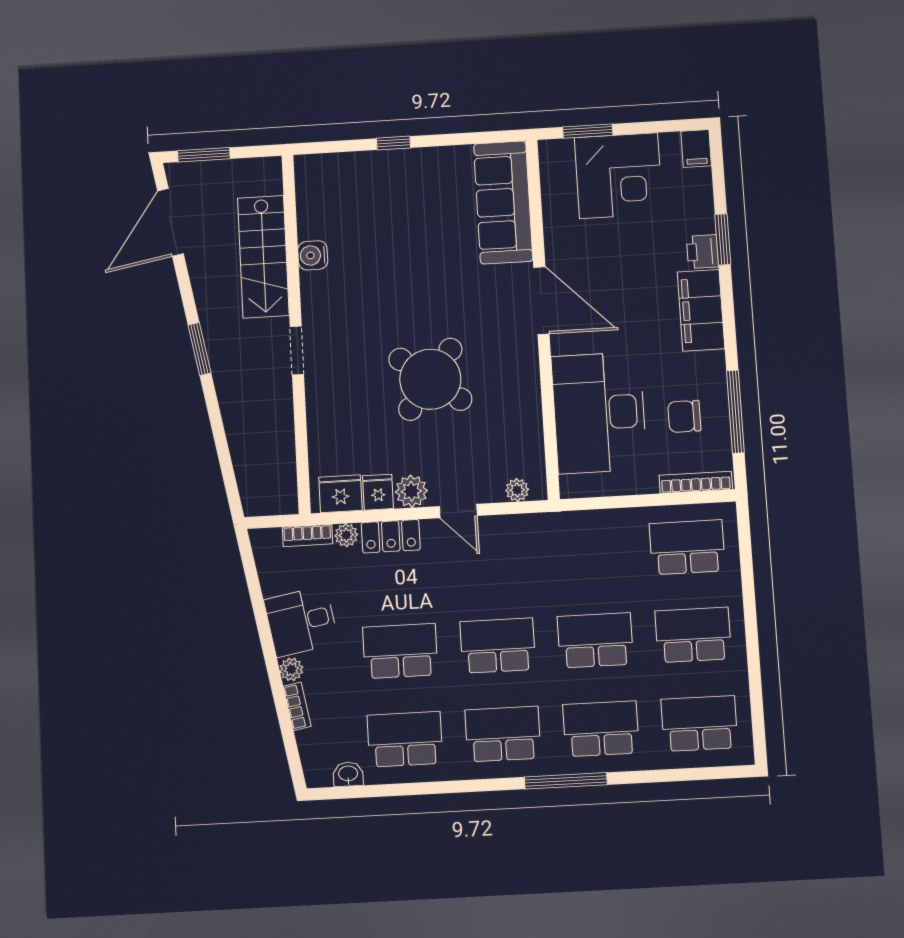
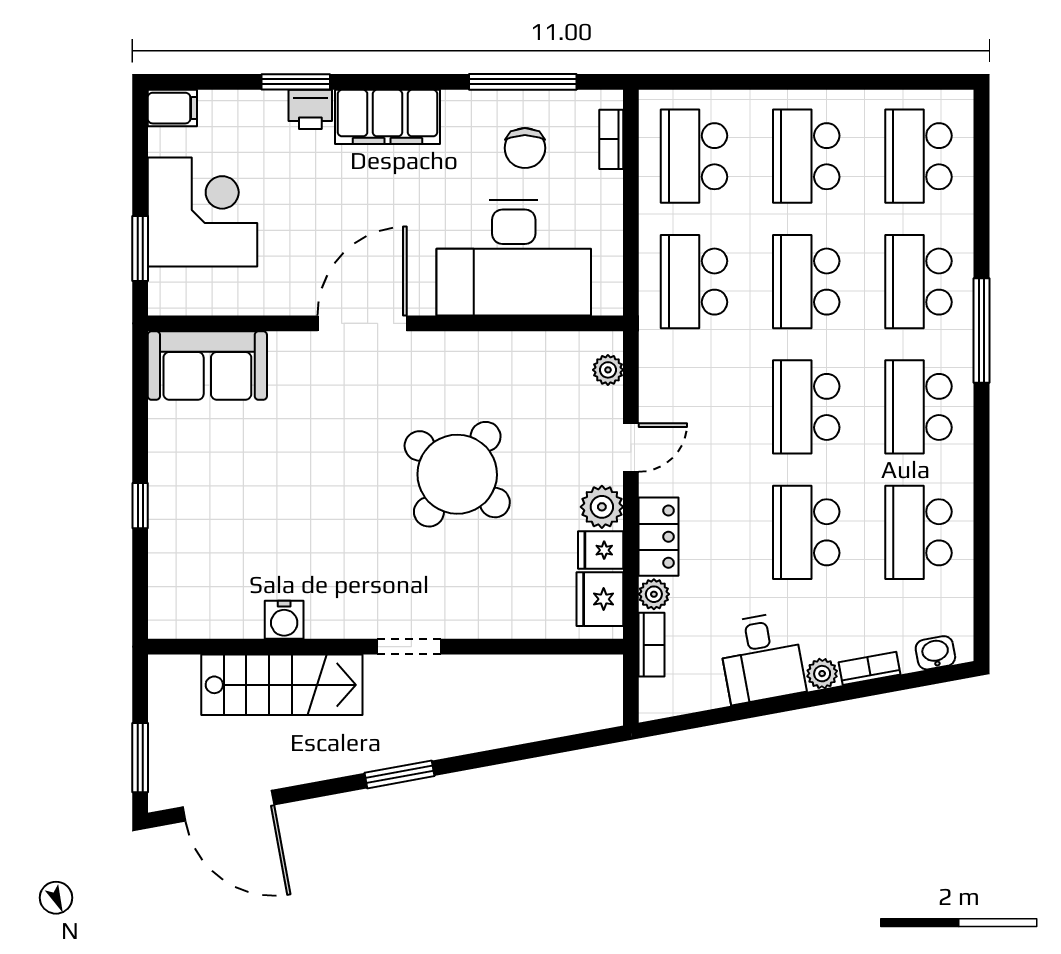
sofa: (503, 202) -> (207, 366), width x0.73
bookcase: (696, 482) -> (611, 139), width x0.64
school desk: (590, 553) -> (694, 282), added
washbasin: (348, 774) -> (935, 653), moved, turned 80

